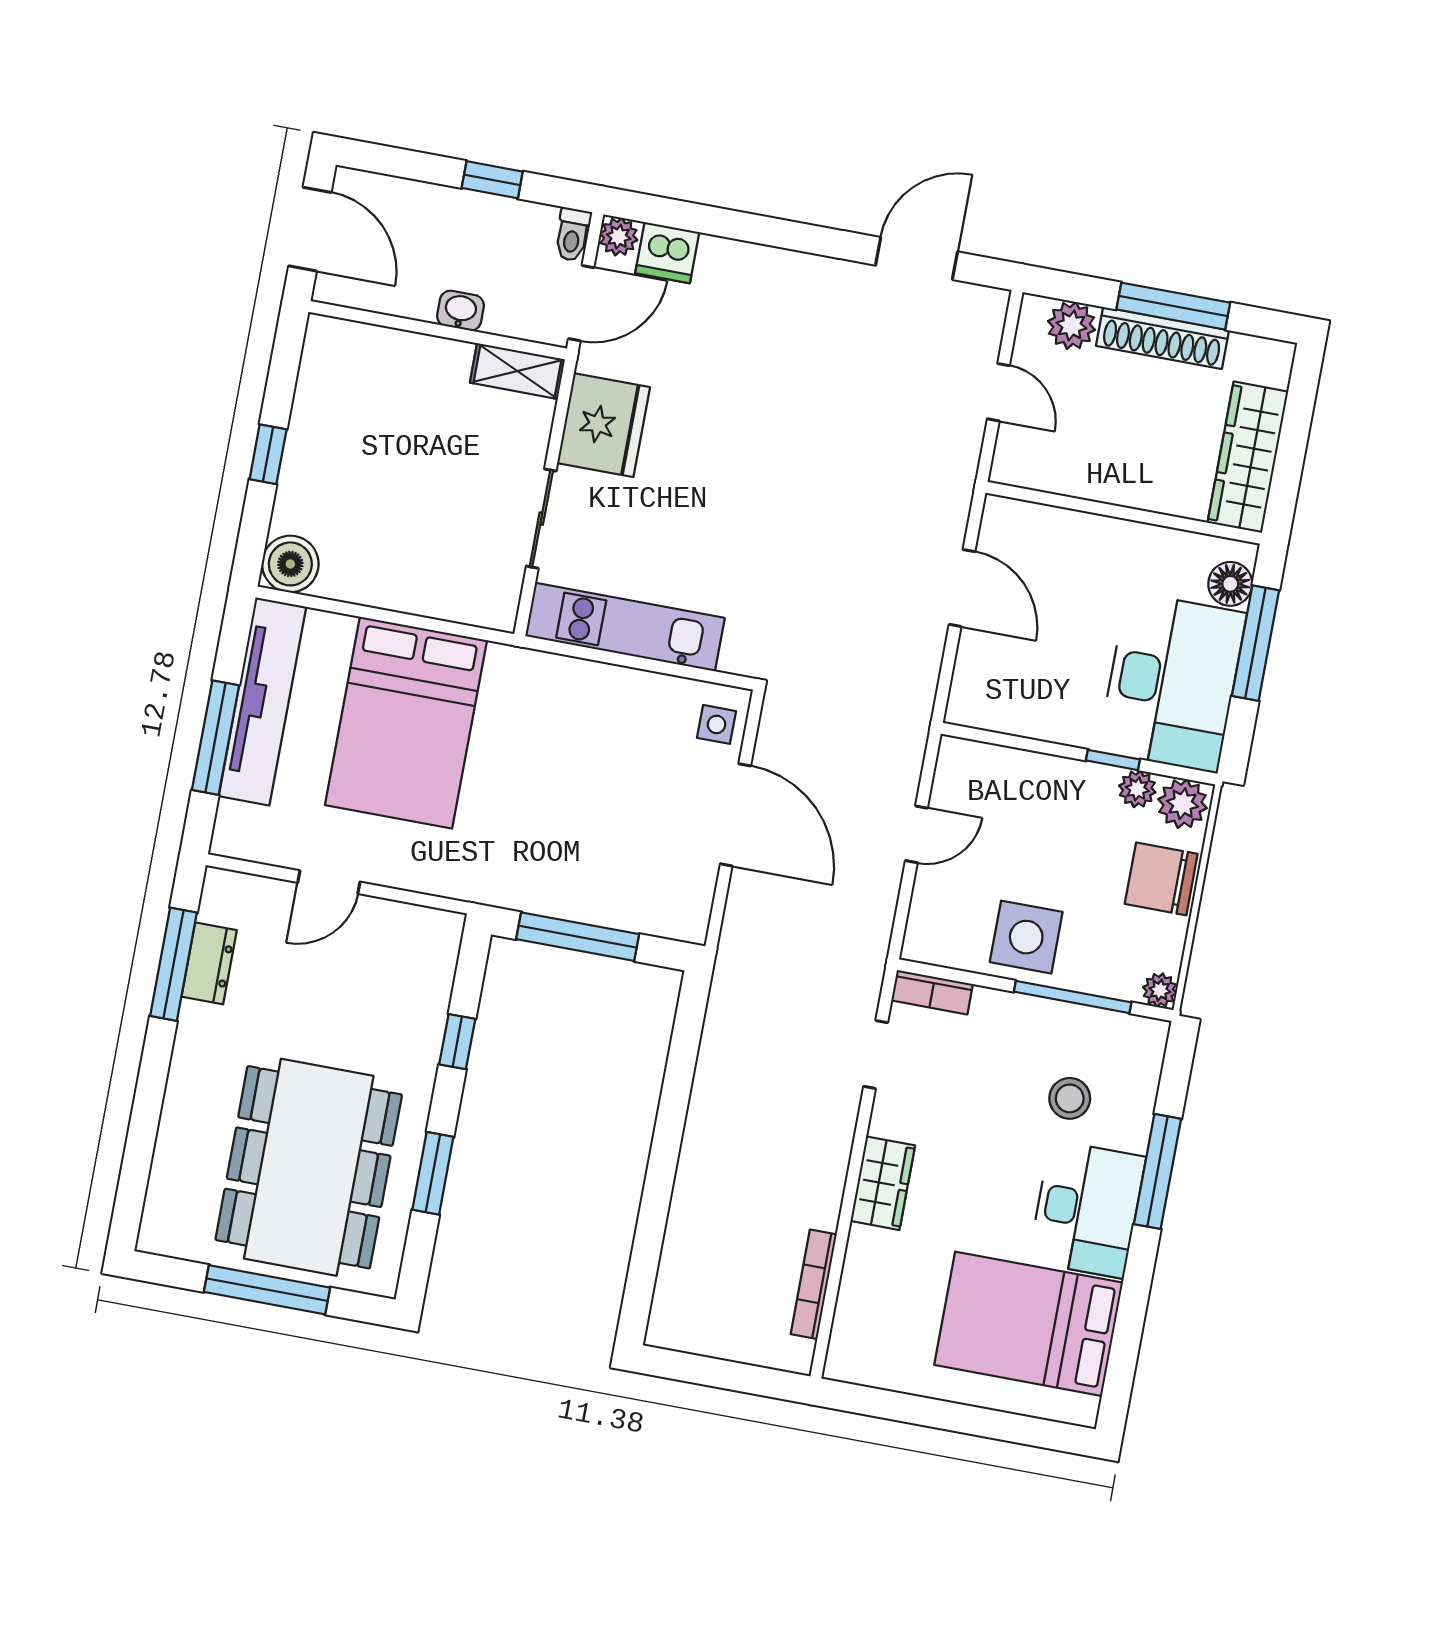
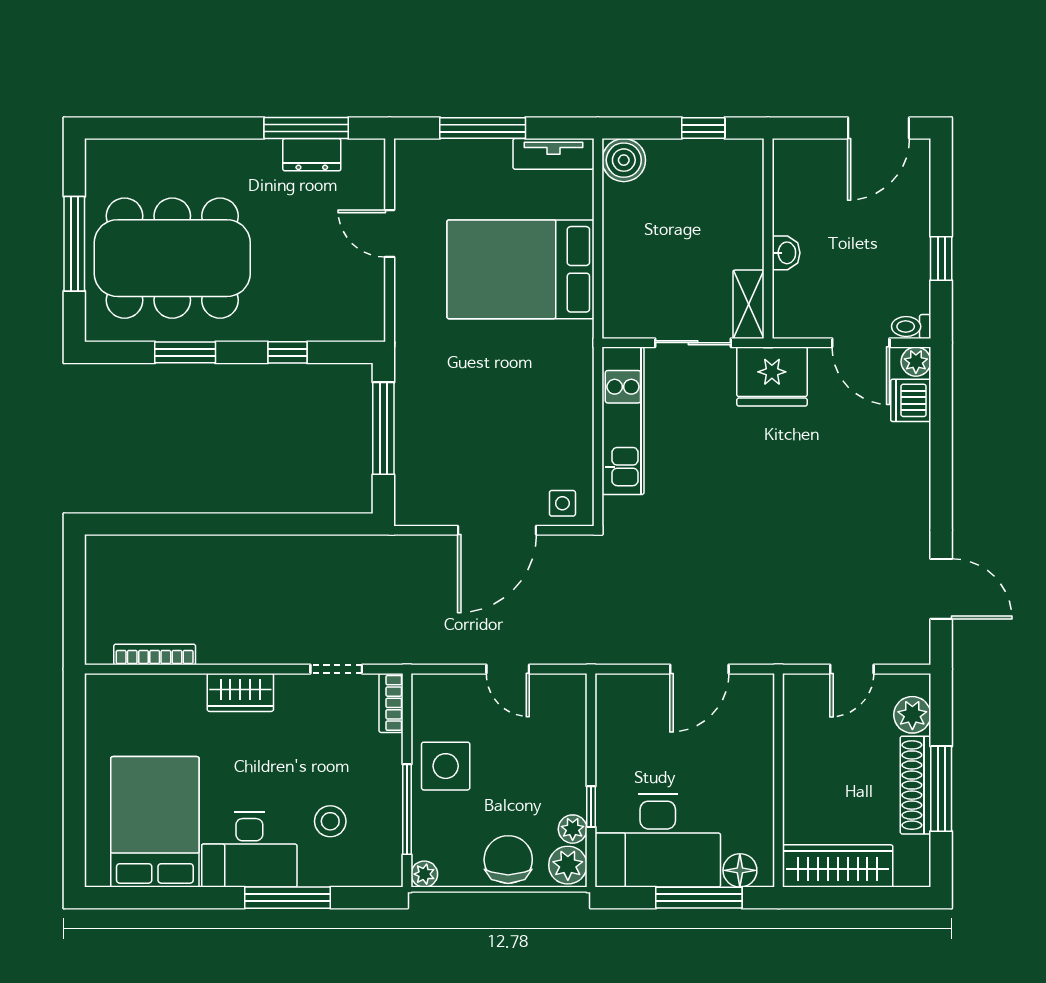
washbasin: (460, 311) -> (786, 253), moved
wall: (438, 330) -> (768, 238), moved
shelving: (518, 371) -> (749, 304), moved
tv unit: (262, 701) -> (553, 154), width x0.52, depth x0.78

